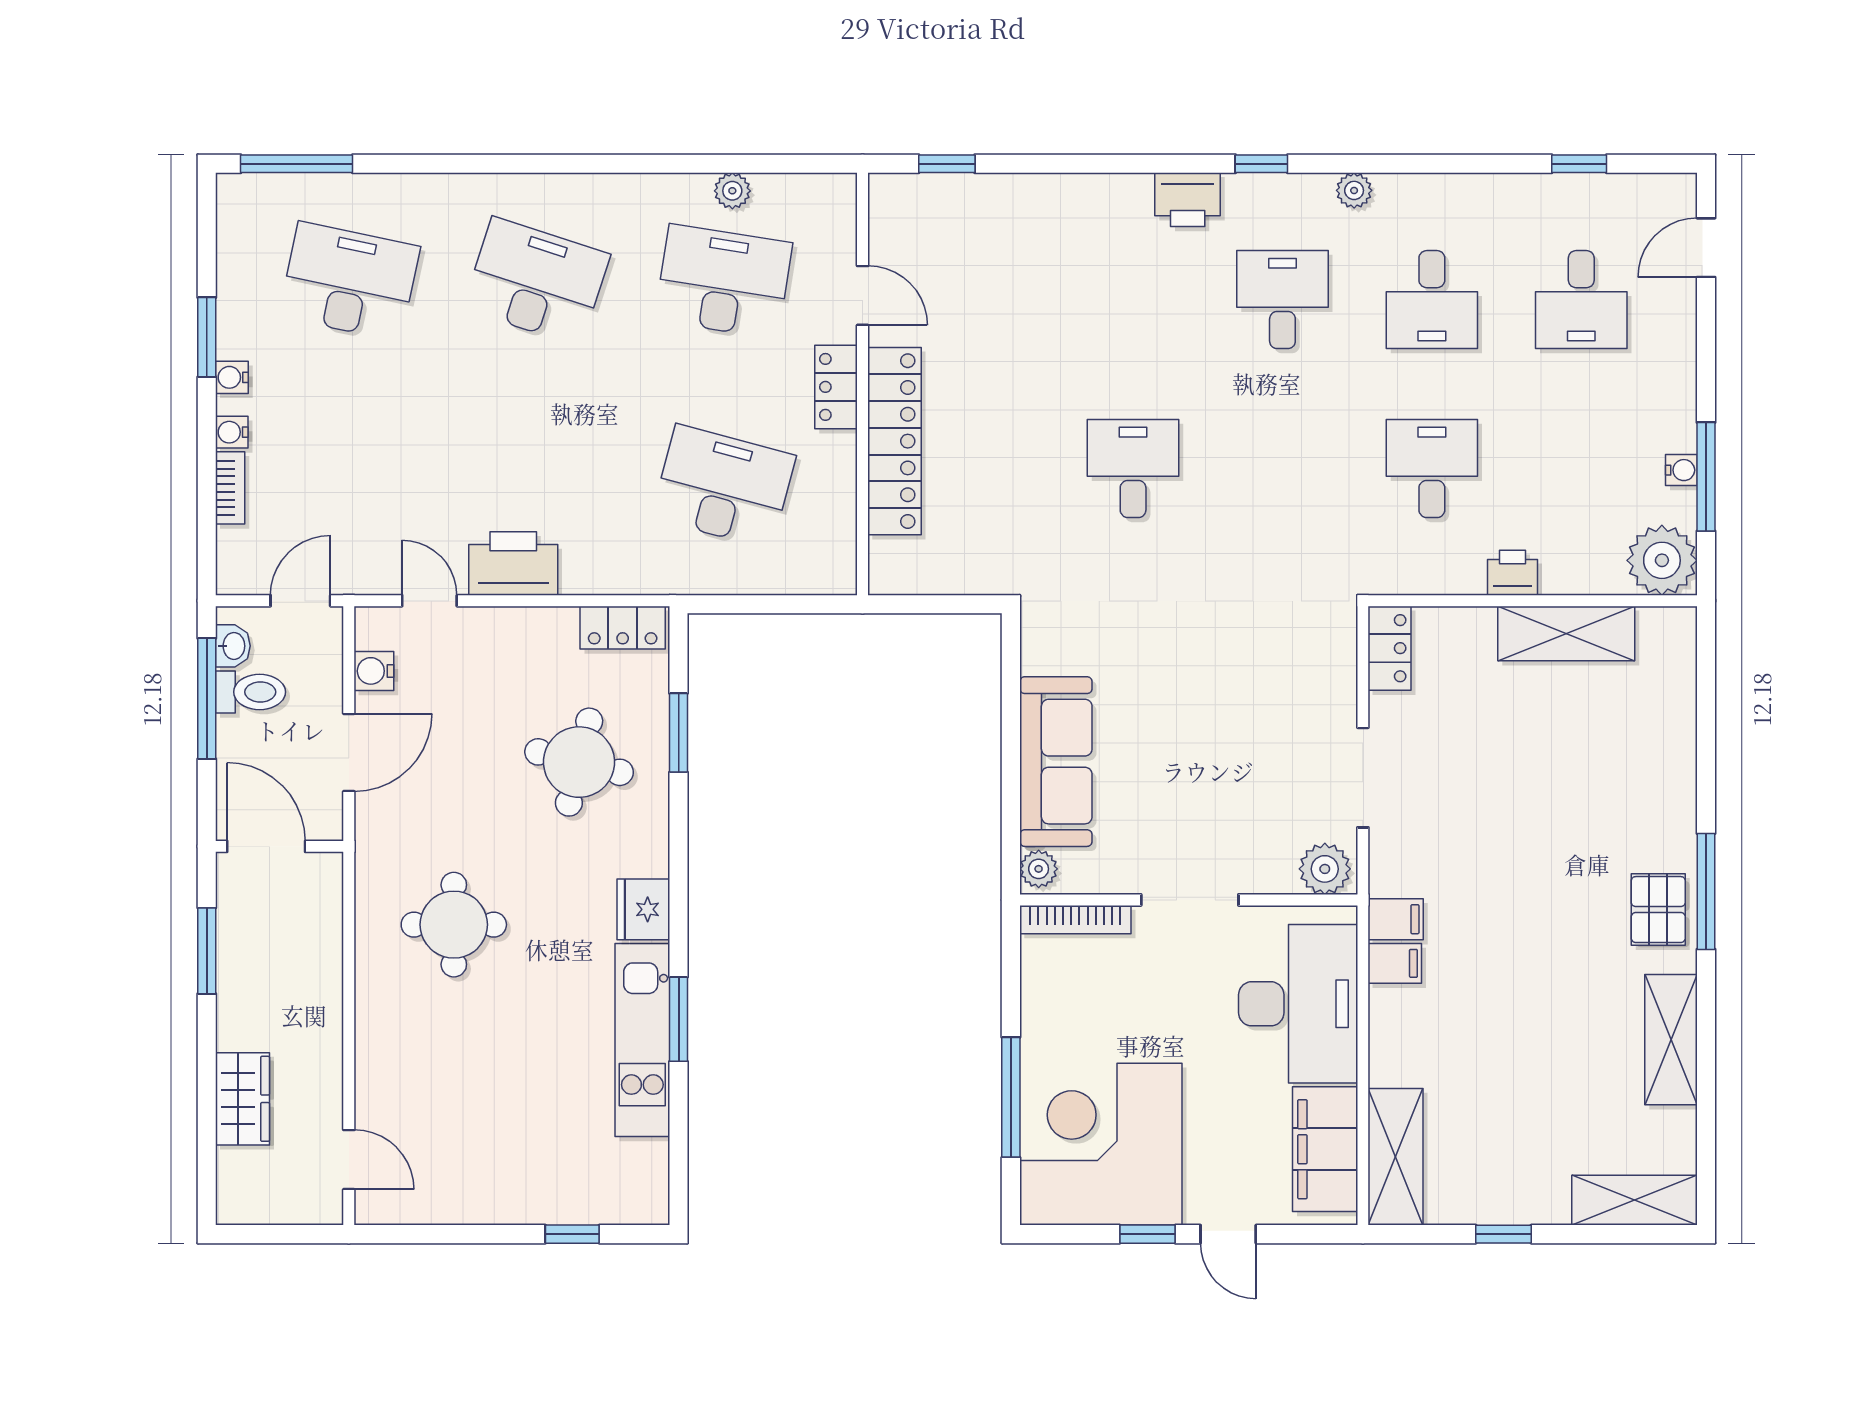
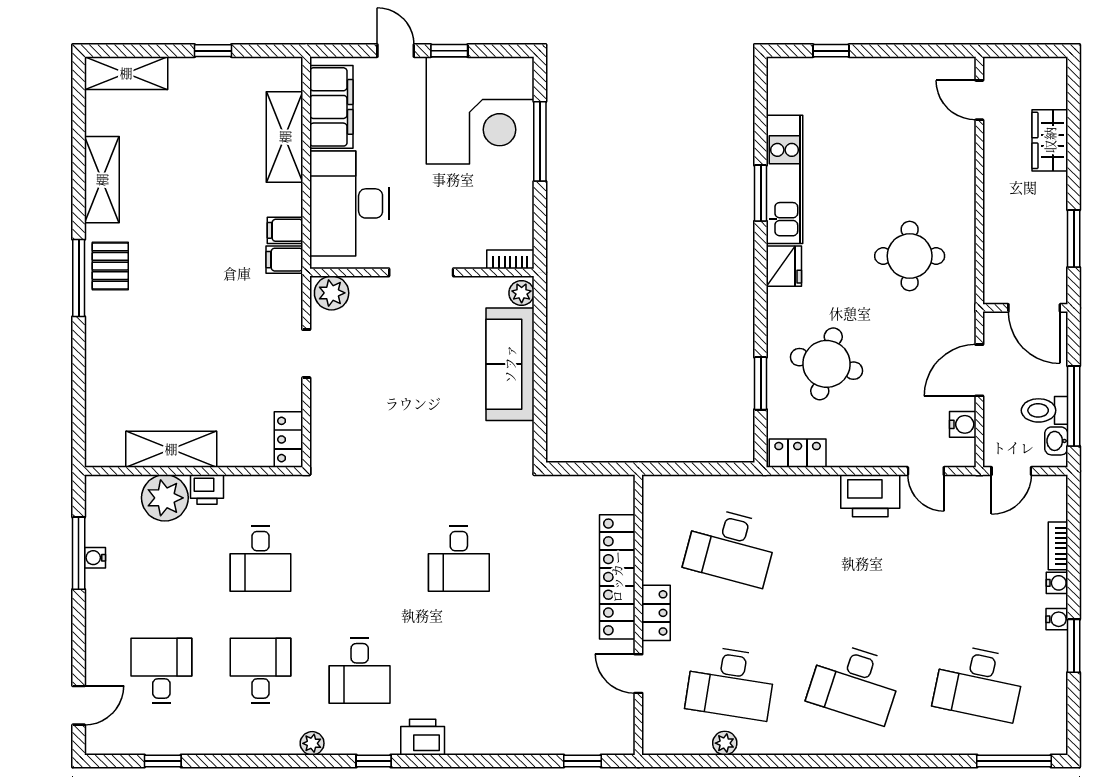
plant: (1662, 560) -> (165, 498), moved
doorway: (1363, 778) -> (306, 354), width x0.73
bookcase: (1075, 920) -> (510, 259), width x0.64
shelving: (1396, 1157) -> (285, 137), moved

